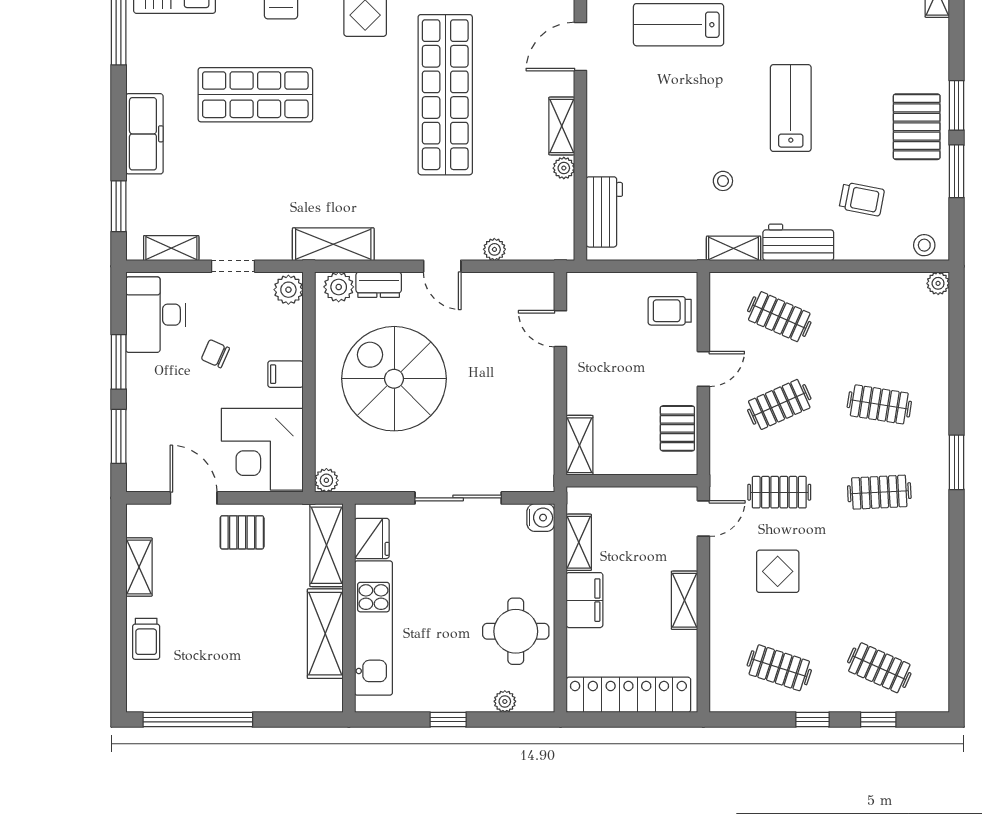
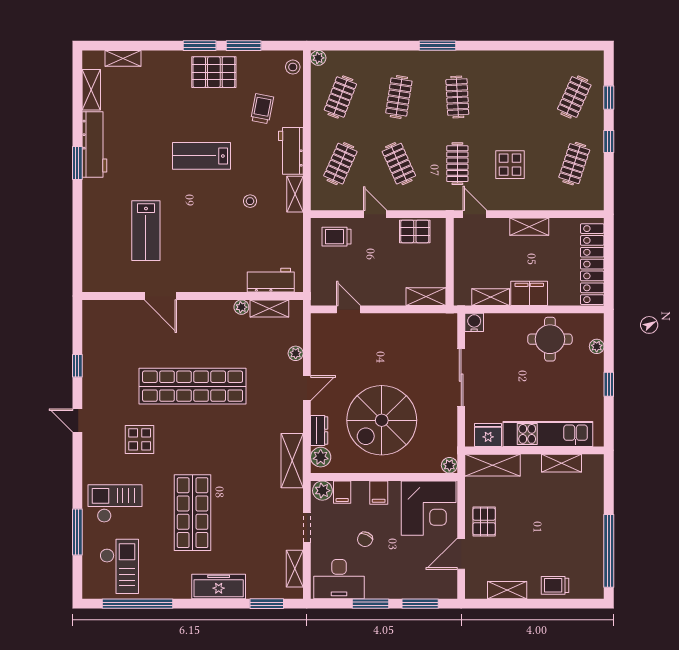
shelving: (562, 126) -> (269, 308), moved
trolley: (670, 311) -> (336, 237), turned 90
clothes rail: (879, 317) -> (340, 97), added
filing cabinet: (286, 319) -> (342, 492), added
door: (560, 329) -> (348, 309), swing flipped
shelving: (325, 634) -> (562, 463), width x0.67, depth x0.75
trolley: (146, 639) -> (555, 585), turned 180

